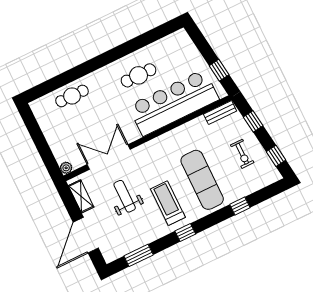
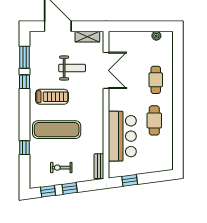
cafe table: (72, 96) -> (156, 80), moved
bar counter: (174, 103) -> (122, 136), width x0.73
window: (253, 121) -> (70, 188), moved
plant: (66, 168) -> (156, 36), moved
window: (185, 233) -> (25, 82), moved

